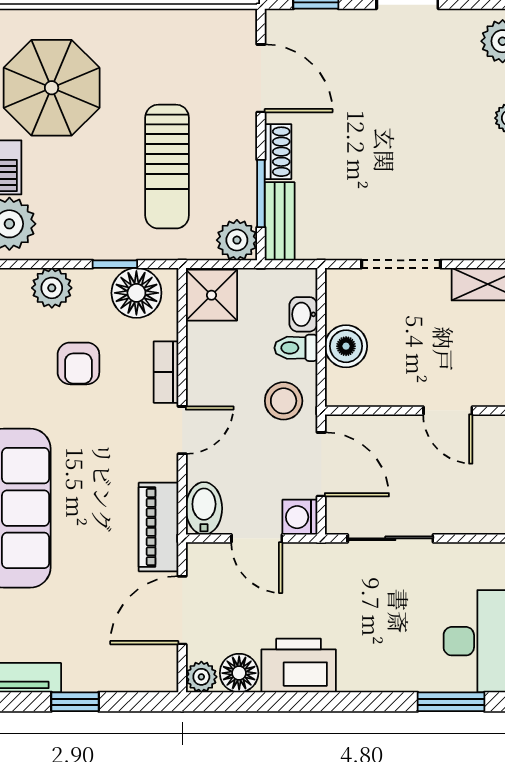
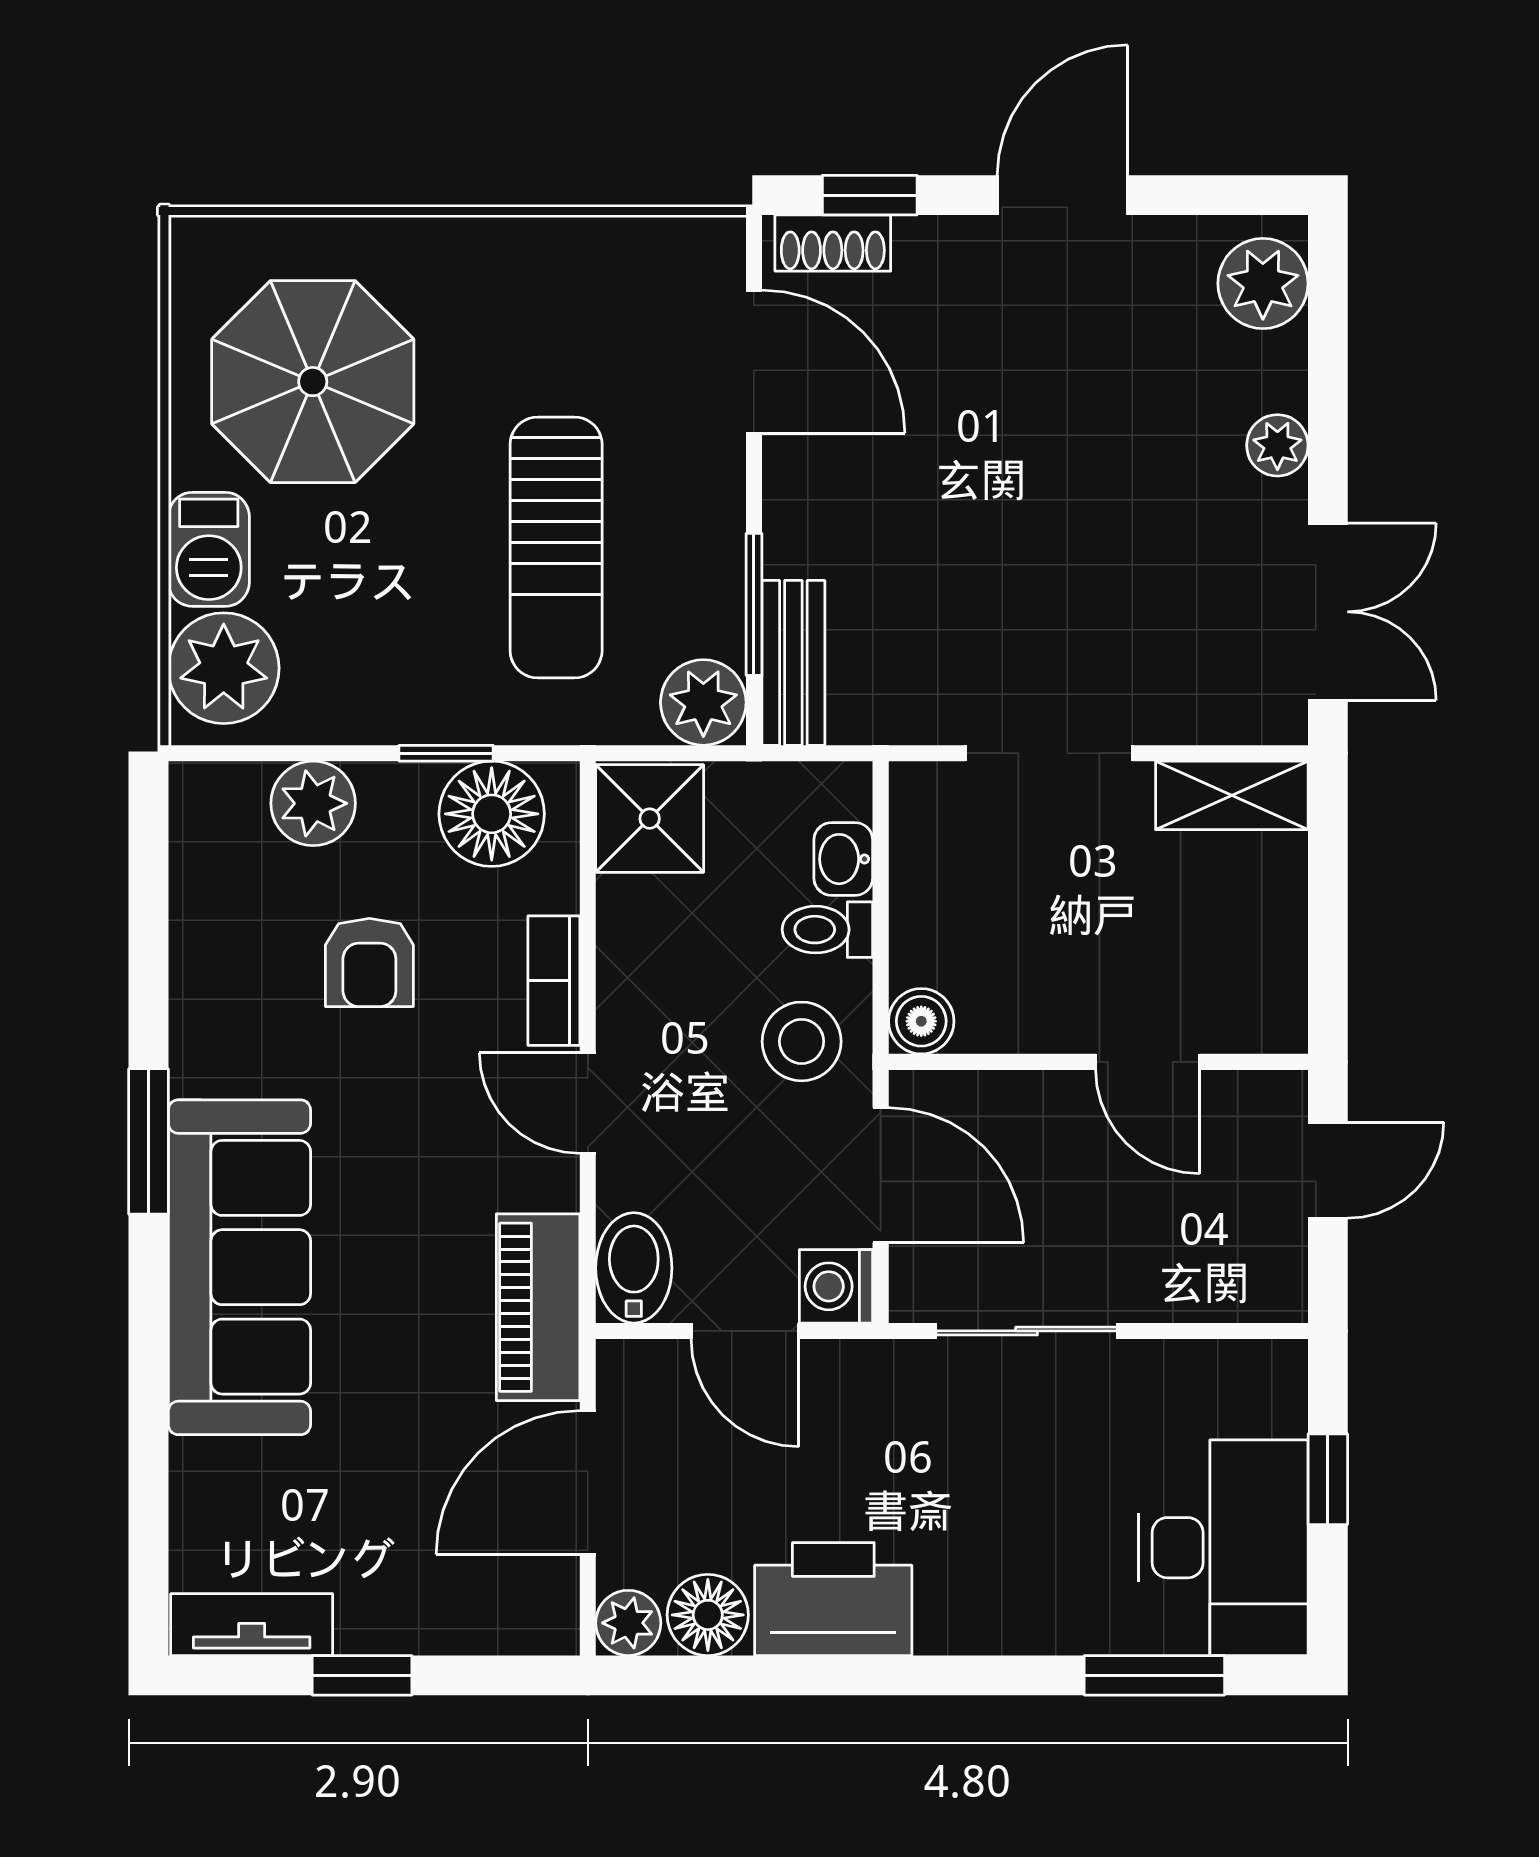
shoe rack: (278, 152) -> (833, 243), moved, turned 90
boiler: (346, 346) -> (921, 1021), moved, width x0.73, depth x0.73
door: (182, 430) -> (588, 1103), swing flipped

